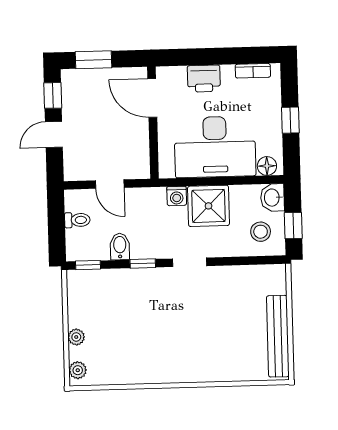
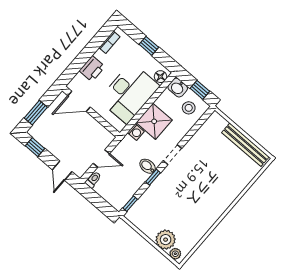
door: (54, 135) -> (62, 171), moved
toilet: (77, 220) -> (93, 180), moved
bidet: (120, 247) -> (148, 166), moved
plant: (76, 337) -> (166, 240), width x1.87, depth x1.87

